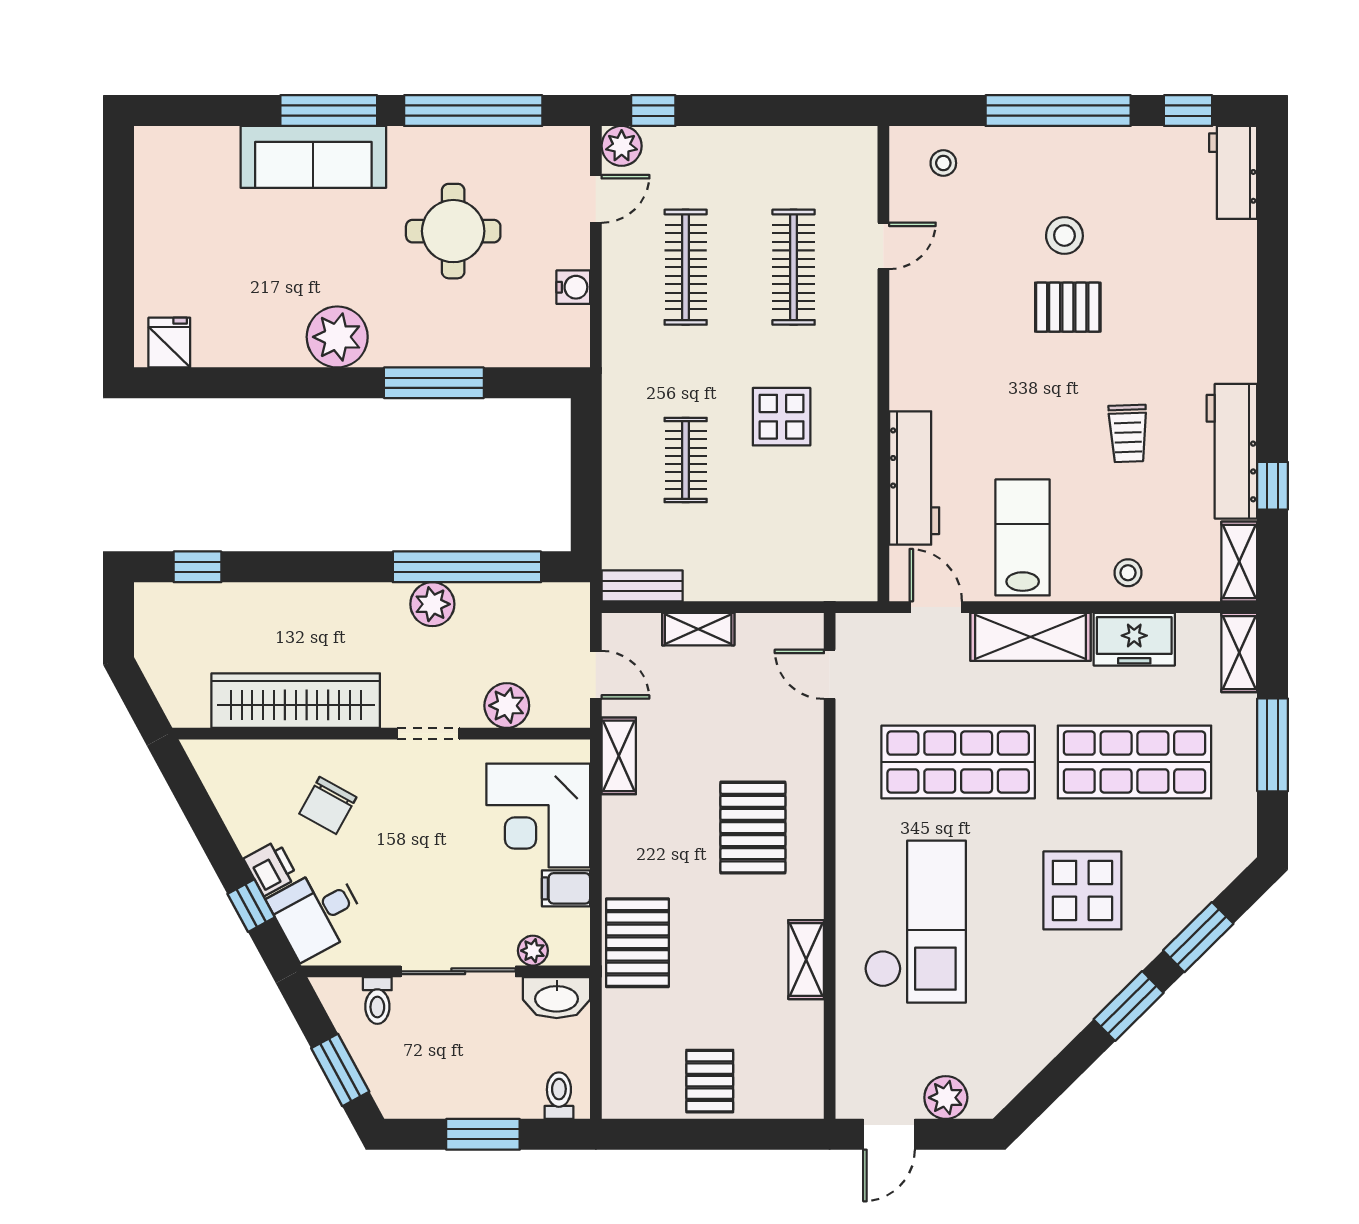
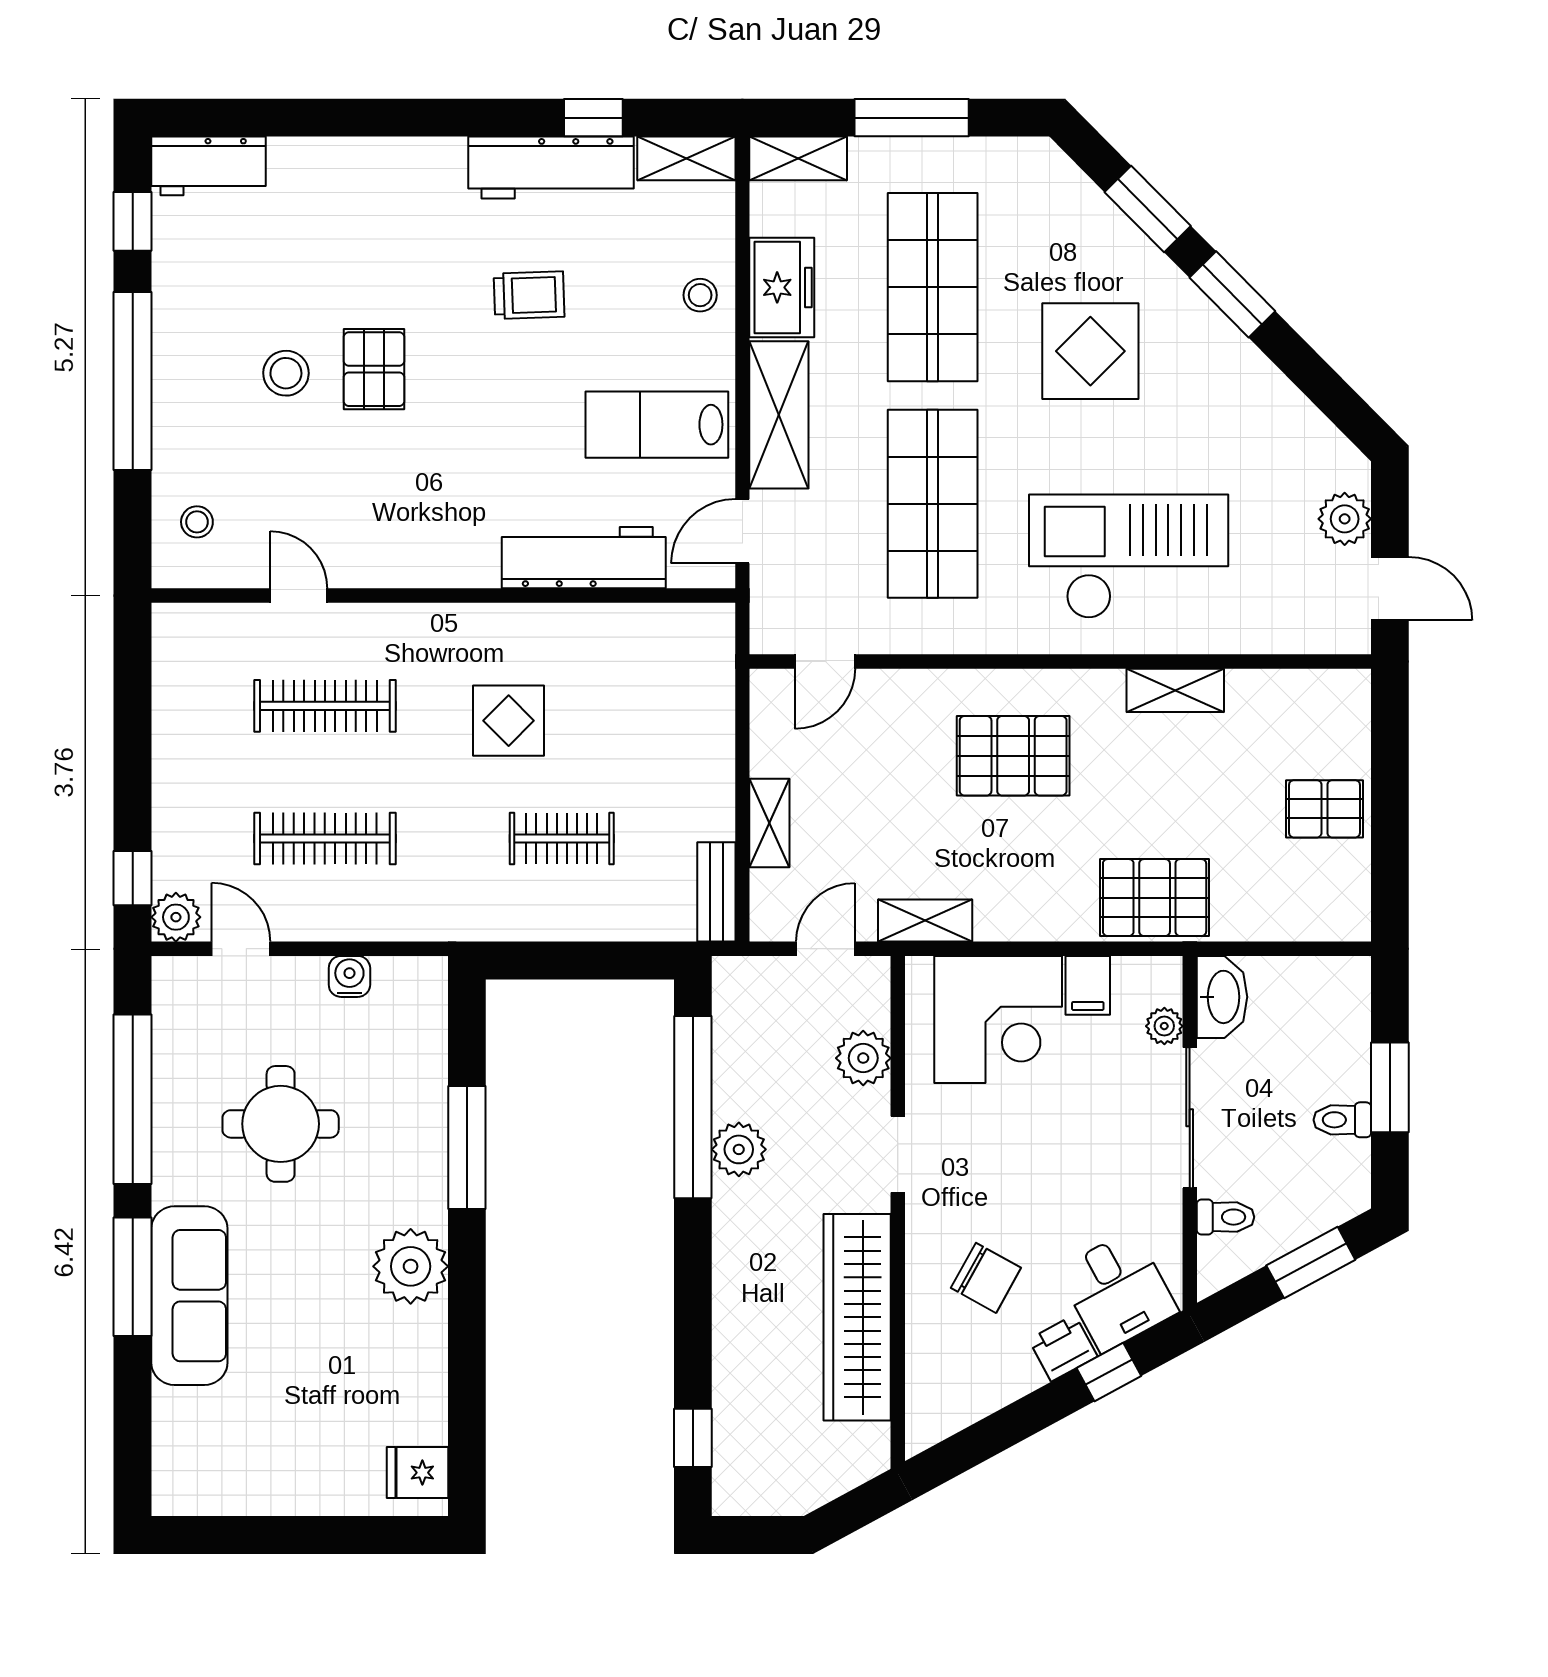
toilet: (559, 1096) -> (1342, 1120), moved

